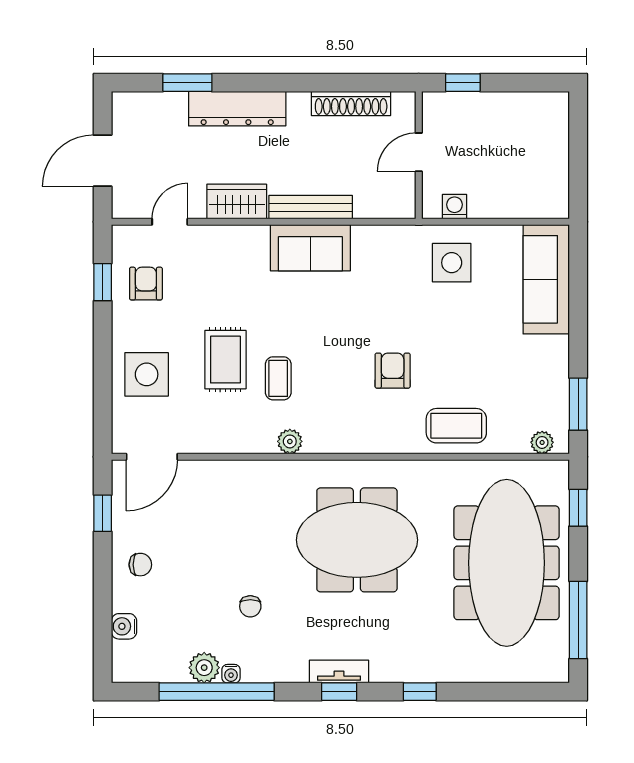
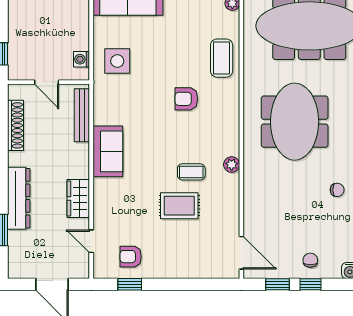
bench: (311, 207) -> (82, 115), moved
side table: (147, 374) -> (189, 256), removed
window: (103, 565) -> (310, 284), added

